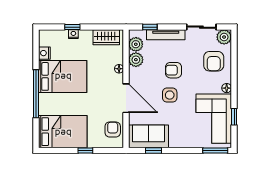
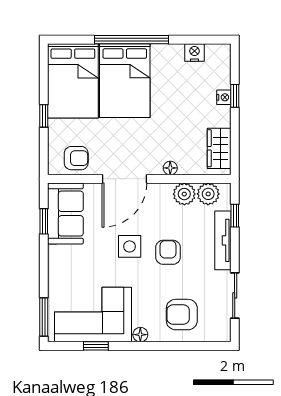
plant: (224, 37) -> (219, 331), removed
bed: (63, 76) -> (125, 81), moved

